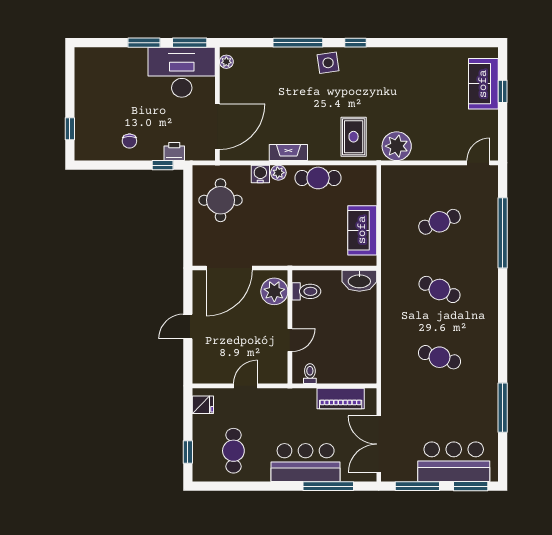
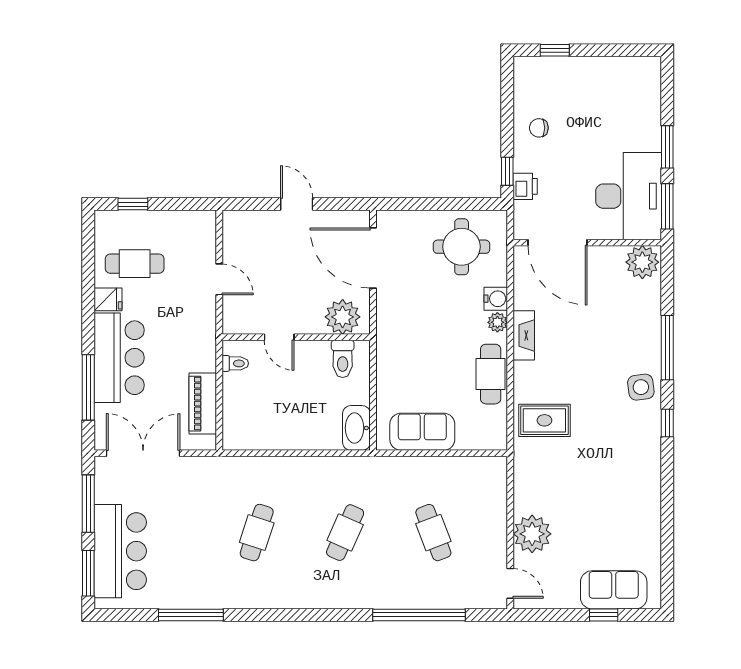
plant: (226, 62) -> (642, 262), width x1.87, depth x1.87
plant: (397, 146) -> (532, 534), moved
fridge: (203, 405) -> (108, 299), moved, turned -90

